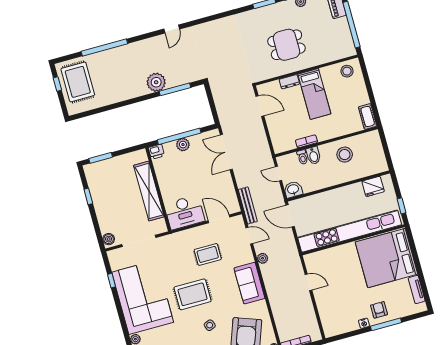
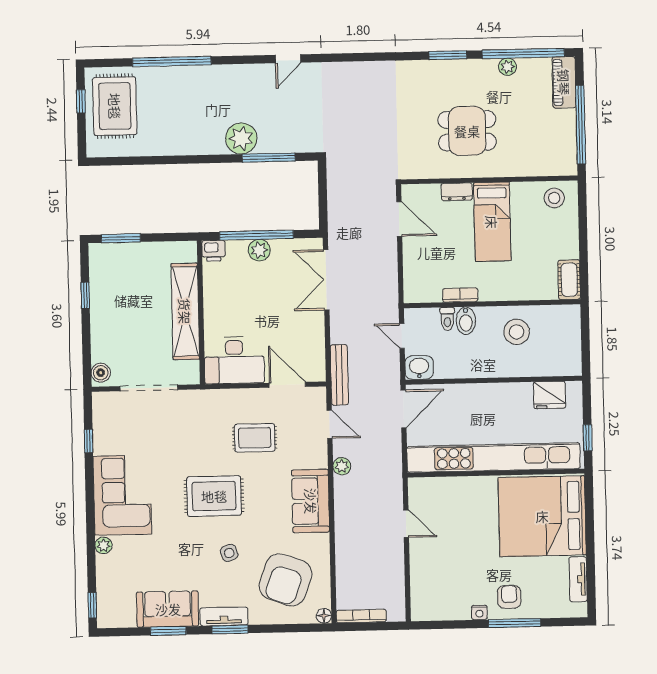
door: (290, 216) -> (404, 409), swing flipped
corner sofa: (143, 297) -> (122, 495), width x0.73, depth x0.74

